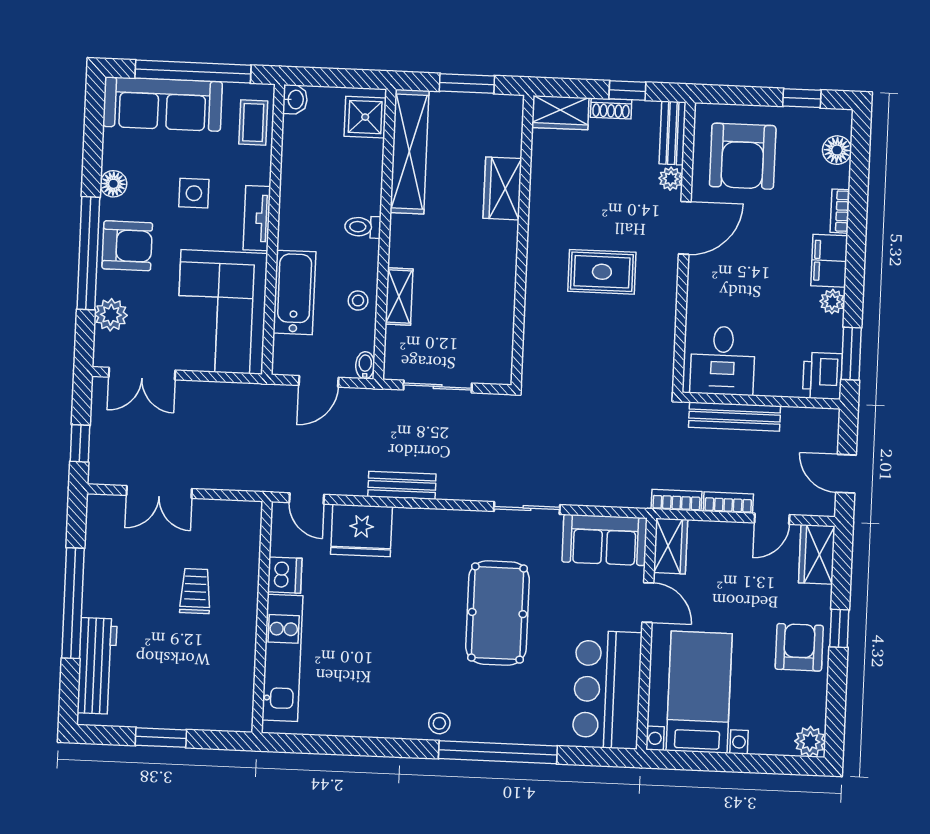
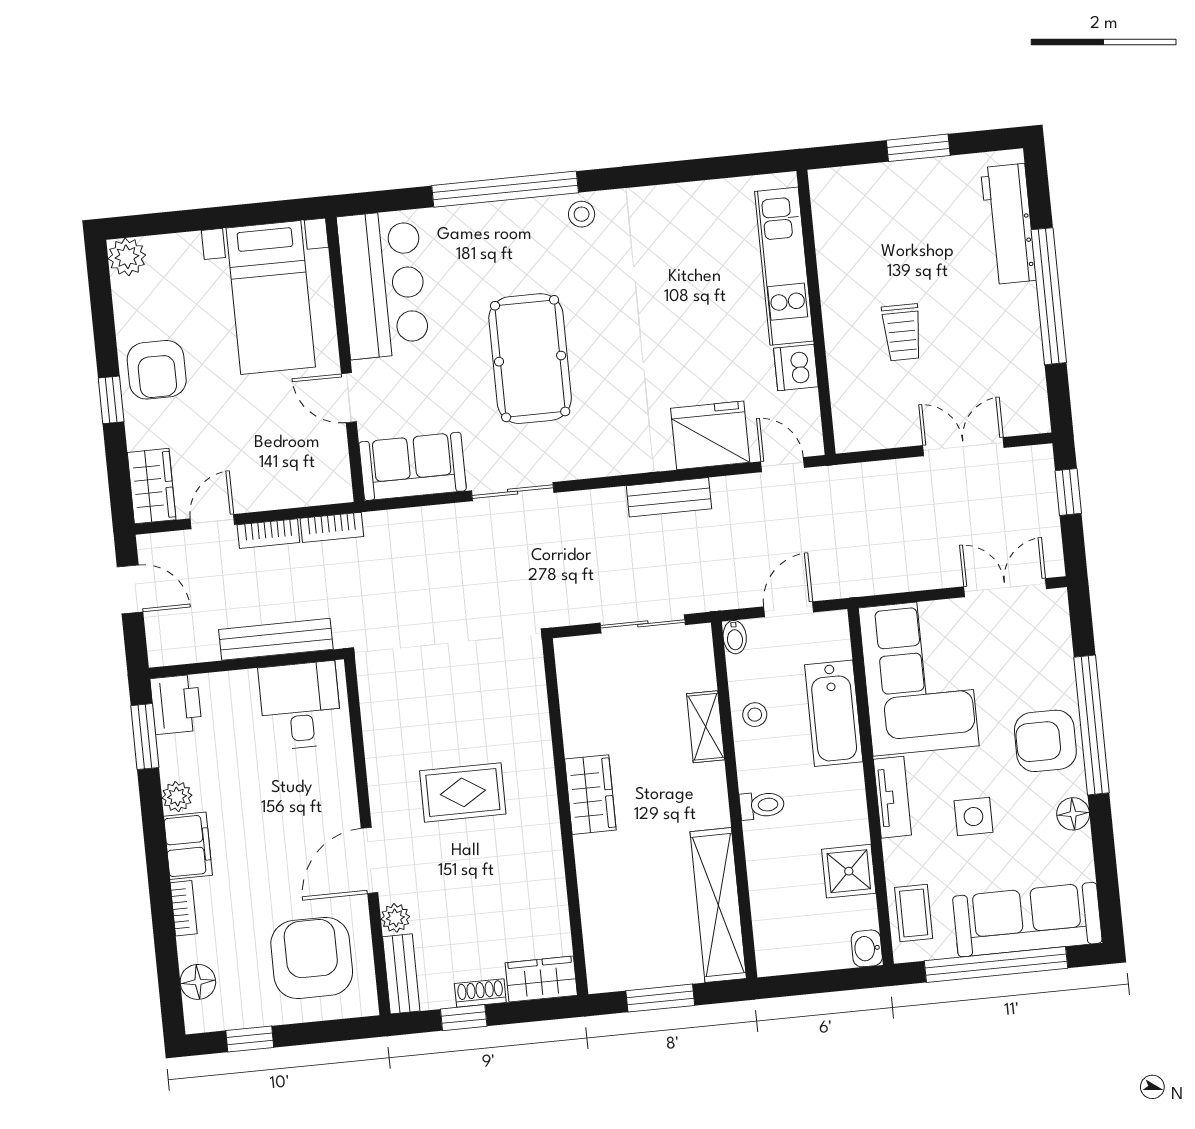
shower: (365, 117) -> (849, 871), moved
wardrobe: (502, 188) -> (590, 795), moved
plant: (111, 315) -> (1053, 654), removed
wardrobe: (671, 546) -> (331, 470), removed

